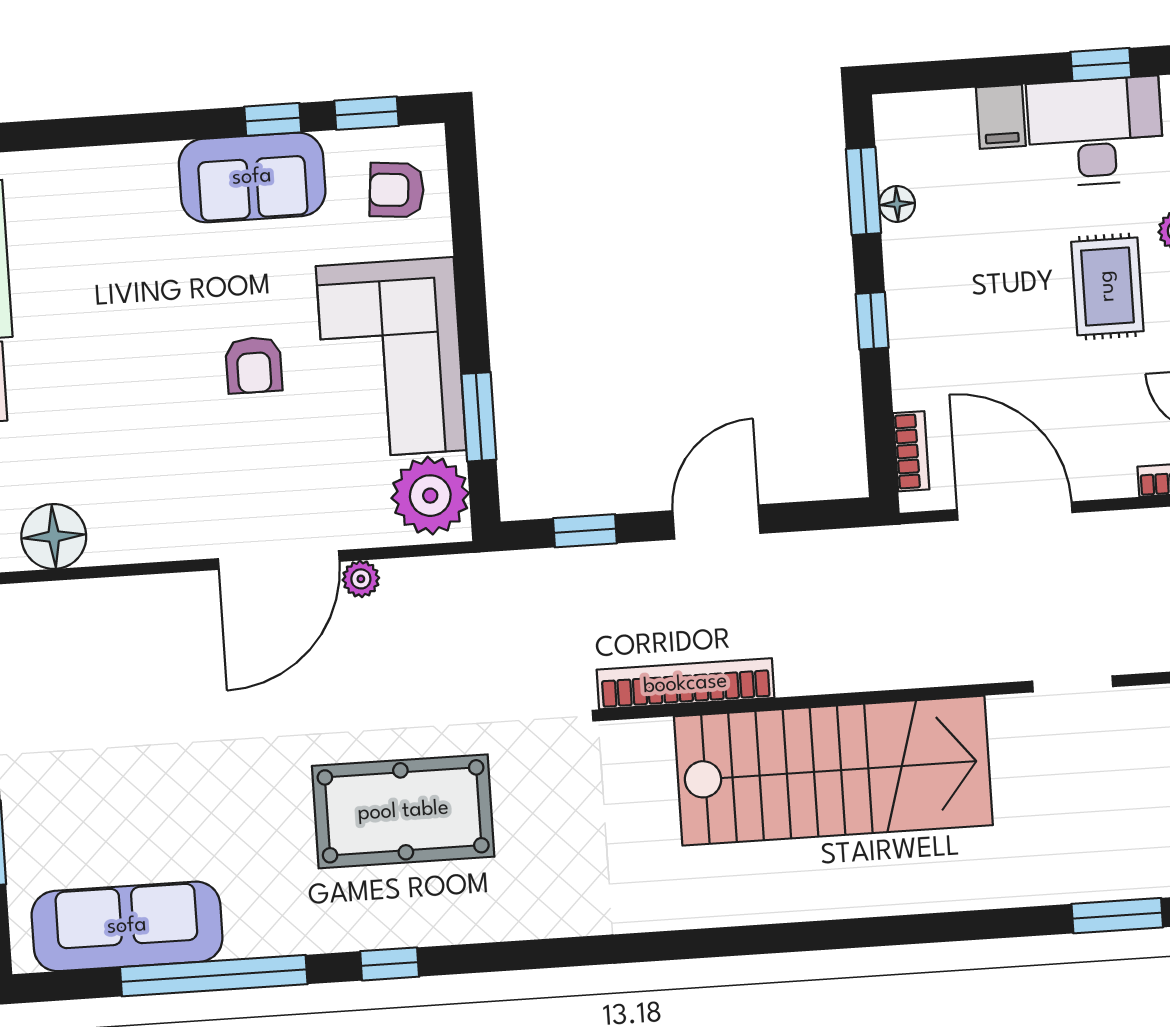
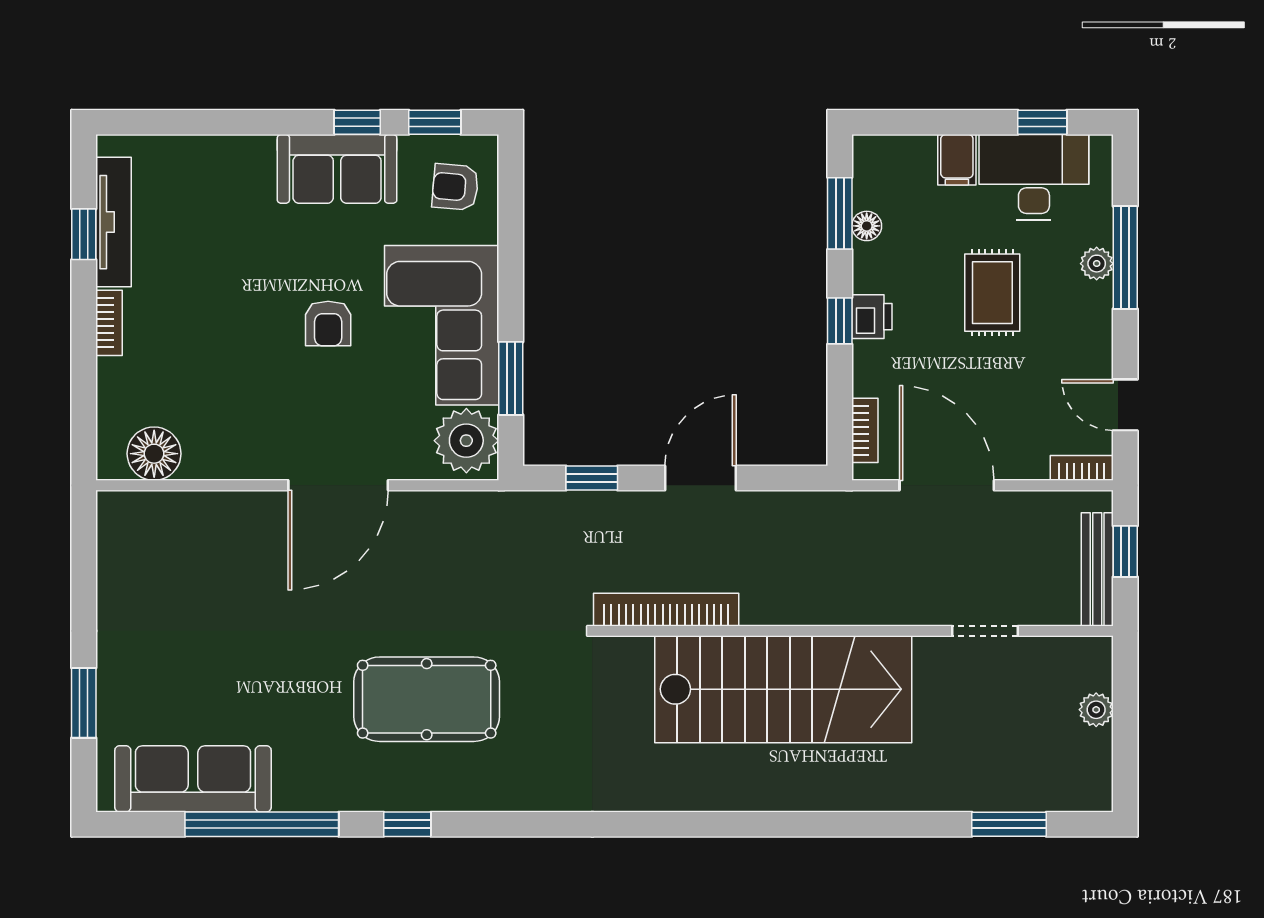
rug: (1107, 286) -> (992, 293), moved
printer: (911, 313) -> (872, 317), added
plant: (361, 579) -> (405, 505), removed

